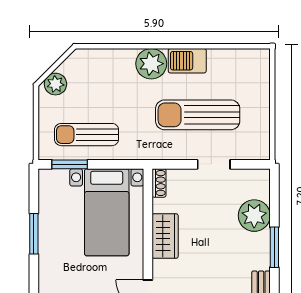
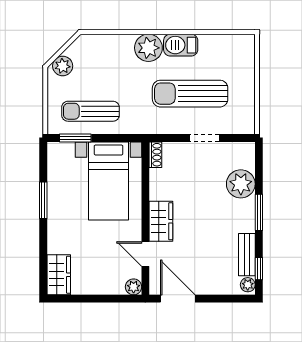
wardrobe: (165, 236) -> (161, 221), moved

